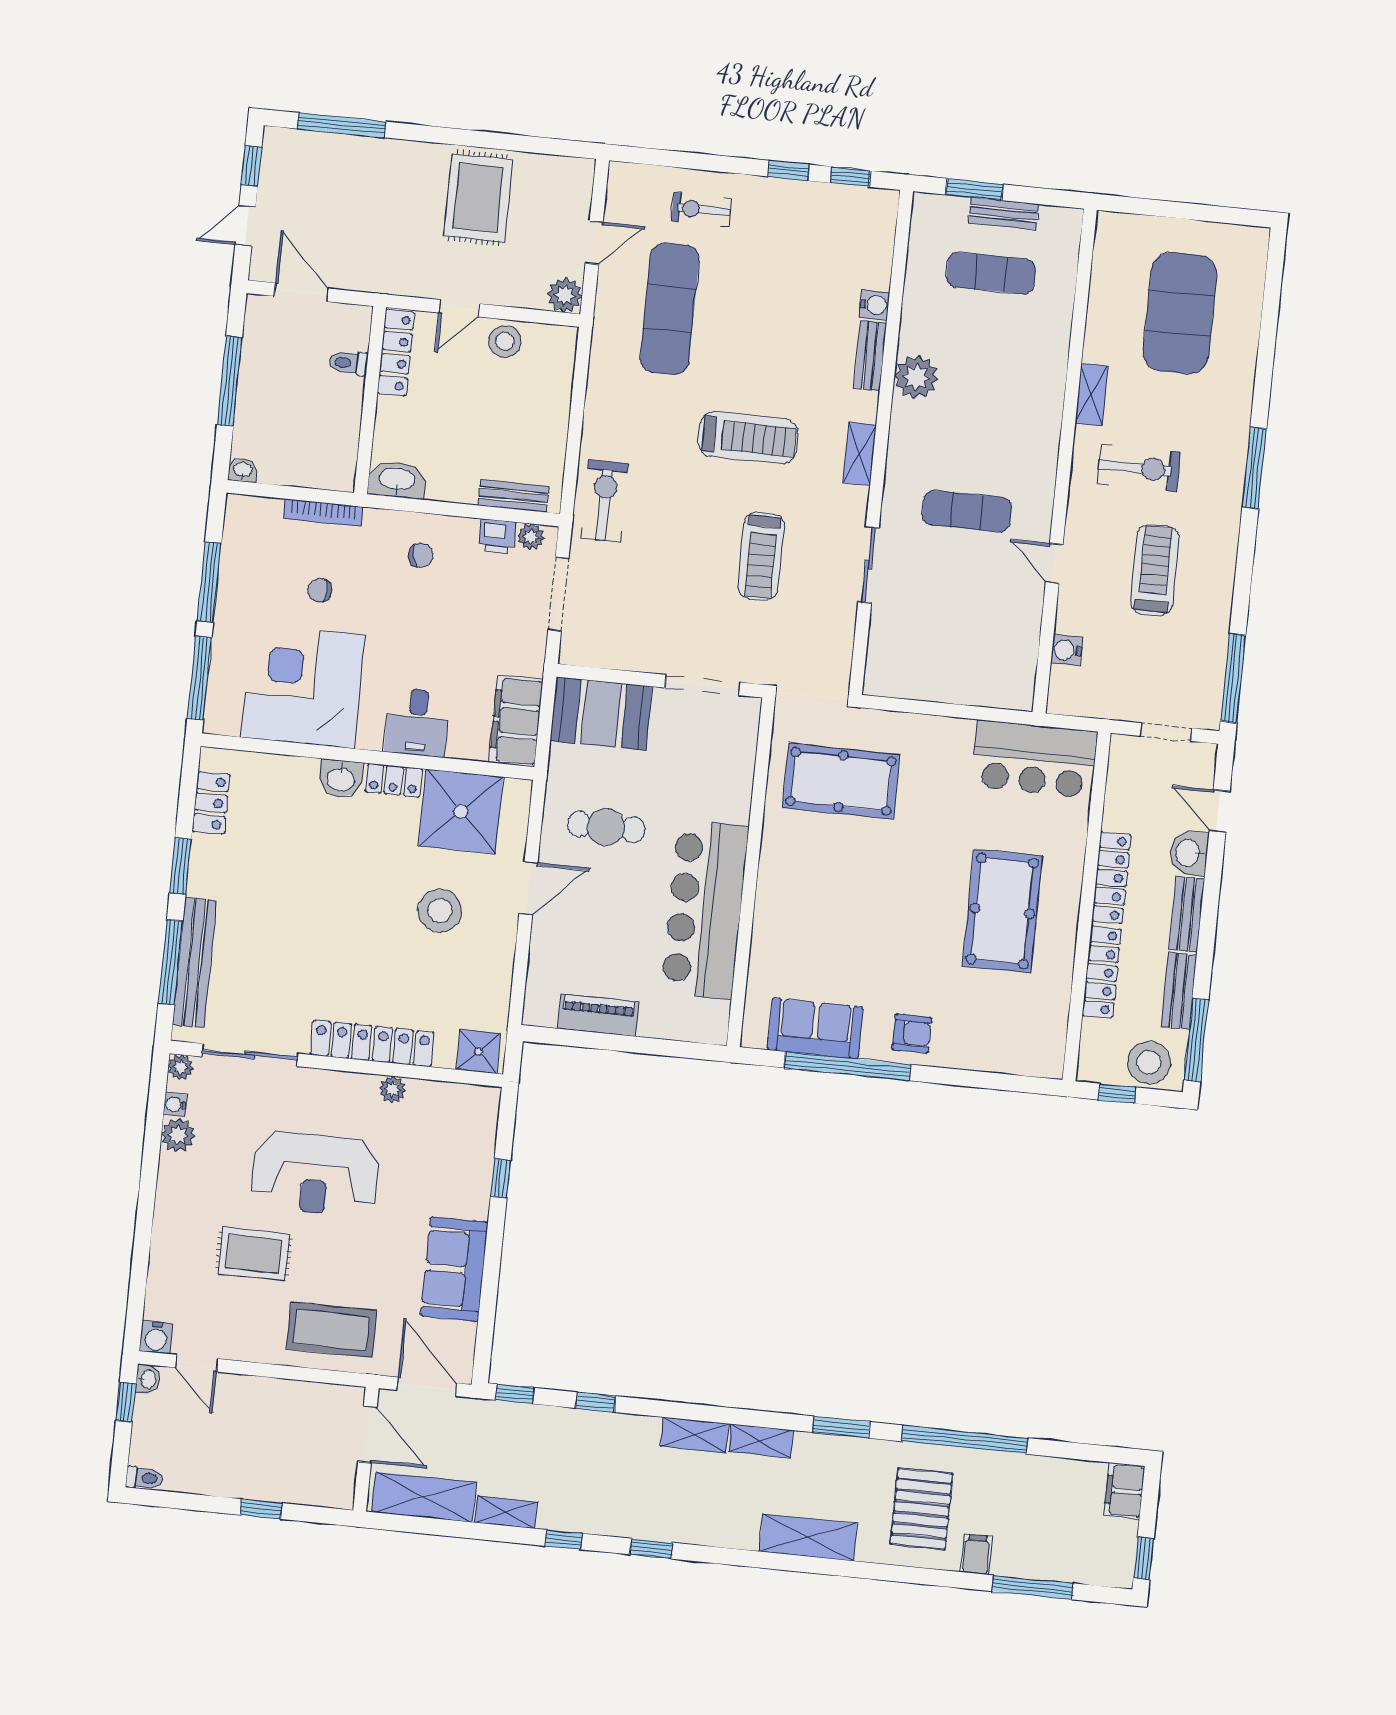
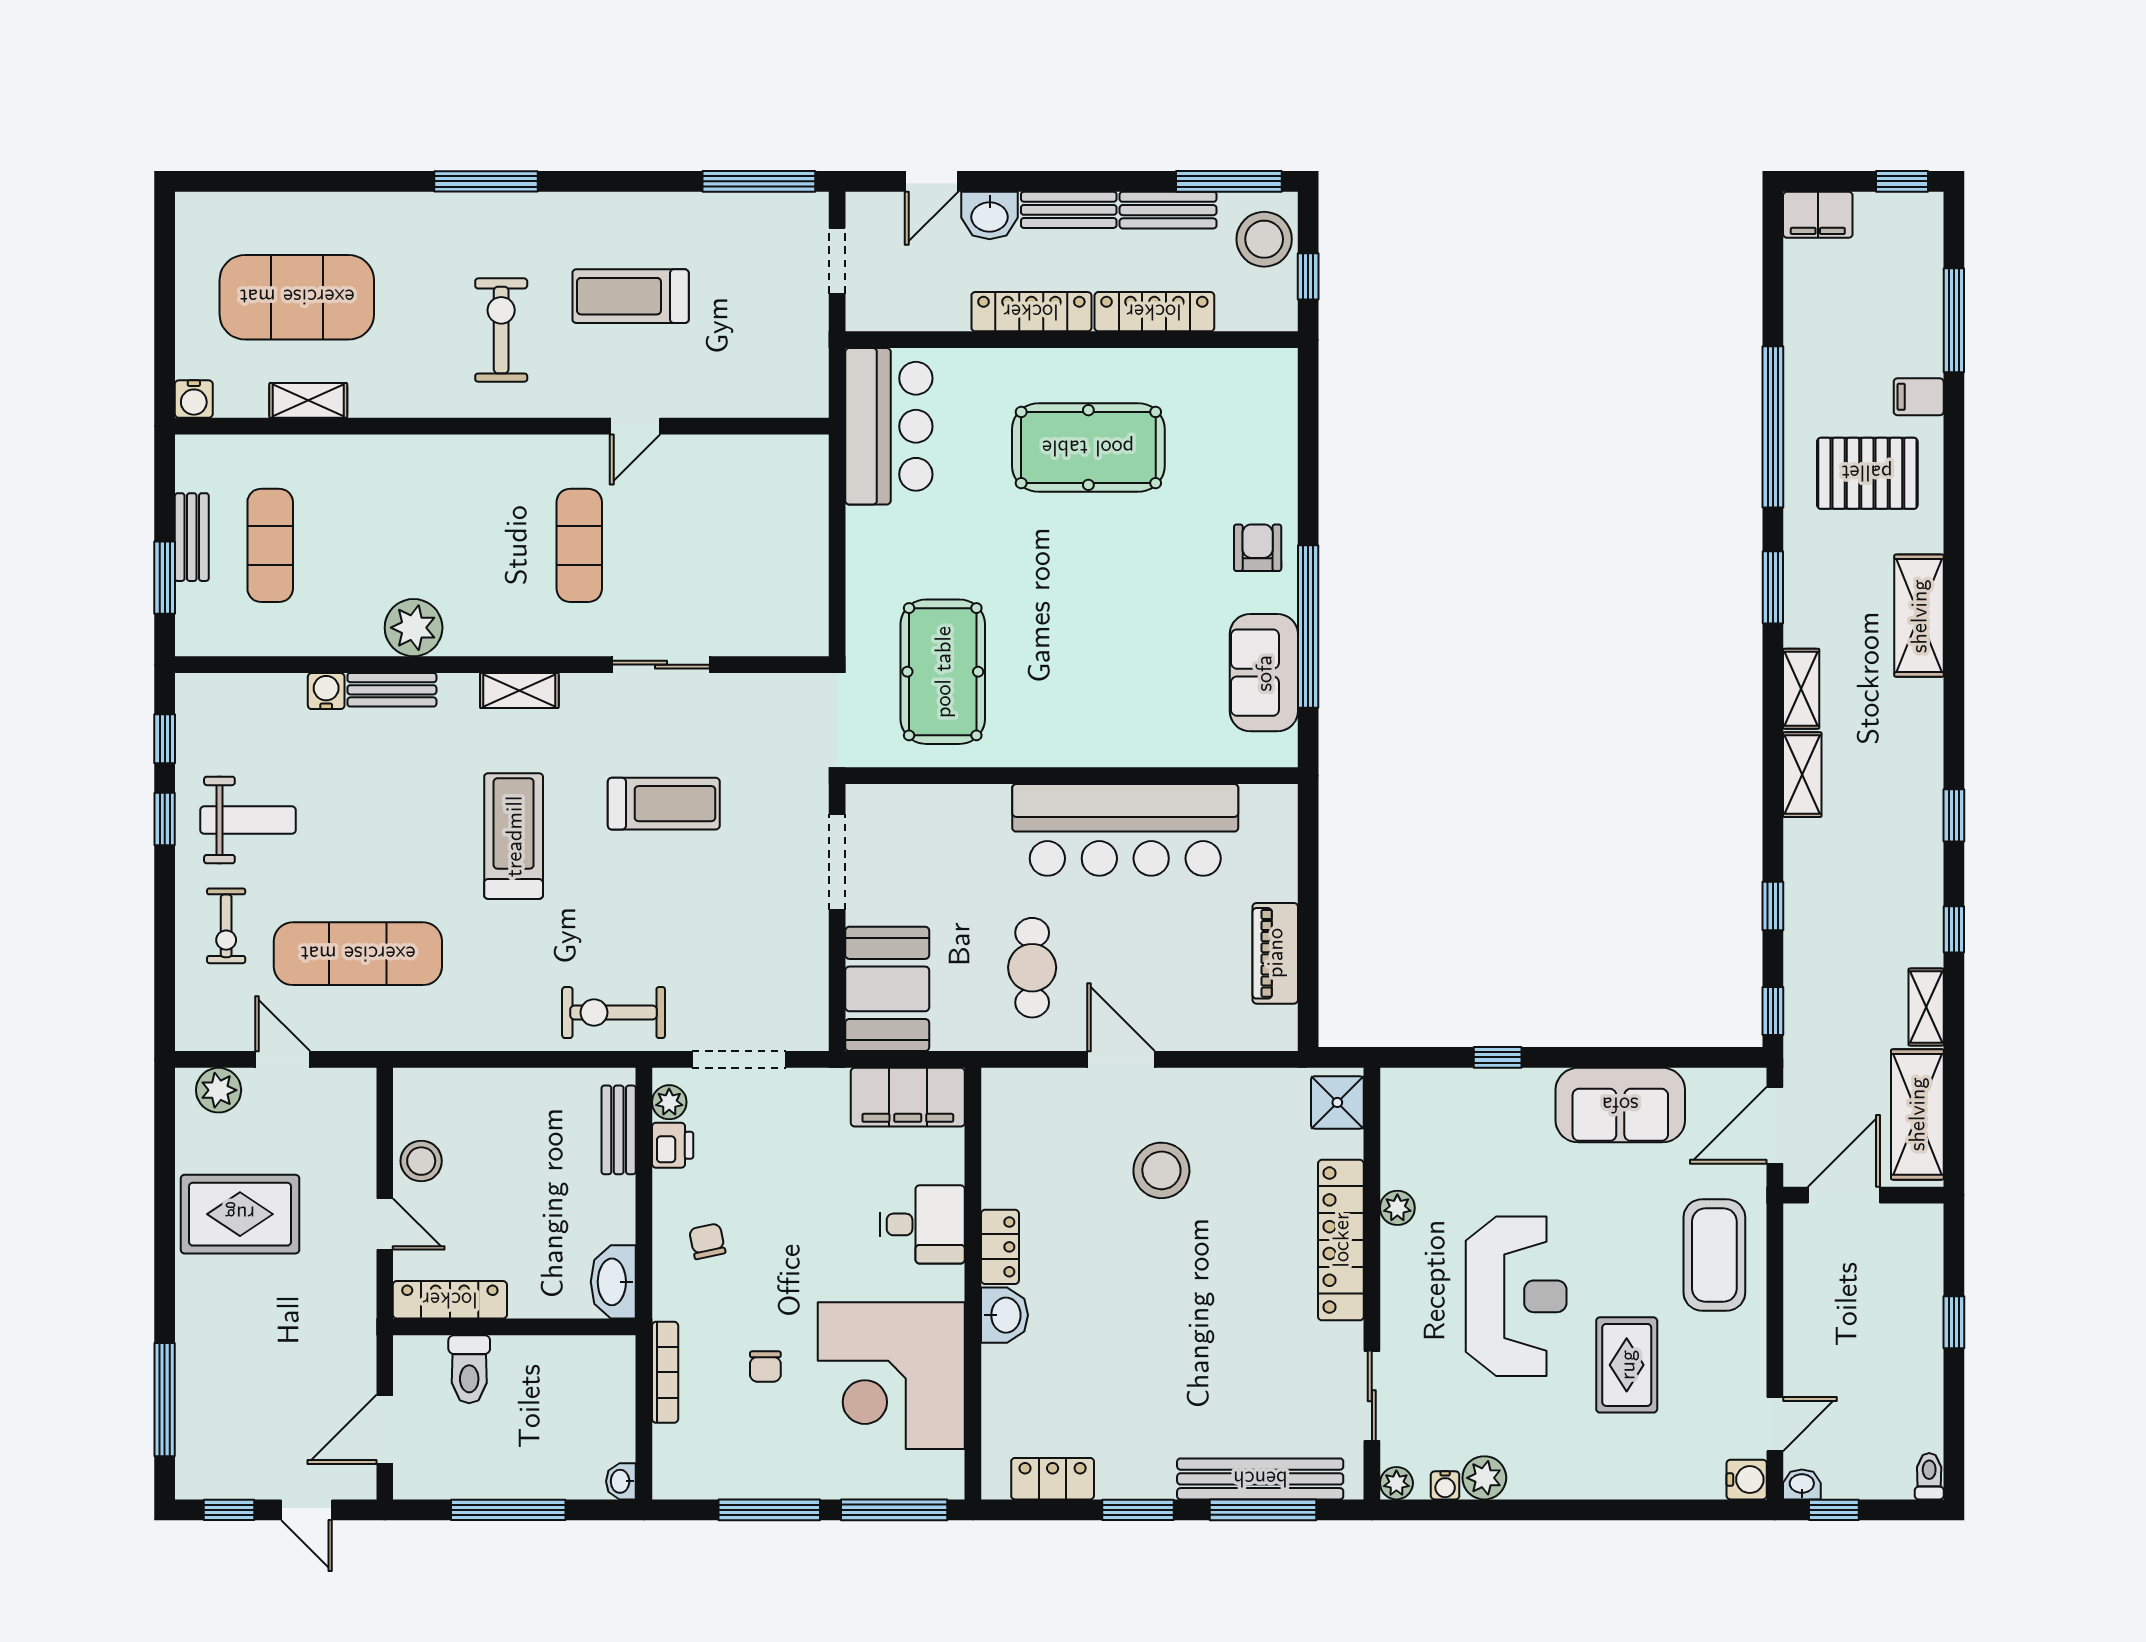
weight bench: (781, 235) -> (248, 820), added
plant: (565, 295) -> (219, 1090), moved
toilet: (348, 363) -> (469, 1369), width x1.37, depth x1.39
shelving: (1091, 395) -> (308, 400), moved
water cooler: (1066, 650) -> (194, 399), moved
shower: (461, 811) -> (1031, 1156), removed
sliding door: (250, 1055) -> (1372, 1396), width x0.73

